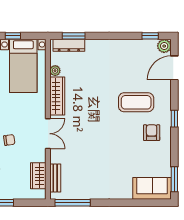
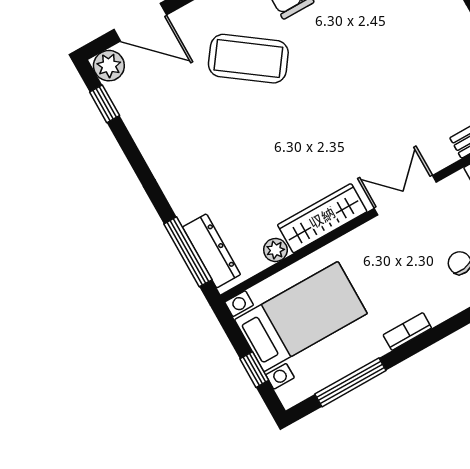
window: (74, 36) -> (188, 252), width x1.44
coffee table: (136, 102) -> (248, 59), turned -54

